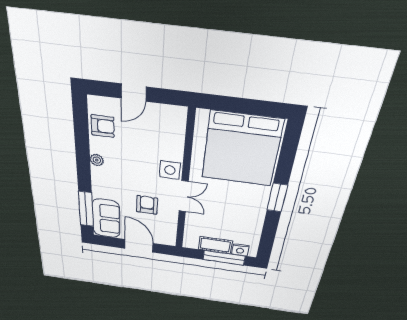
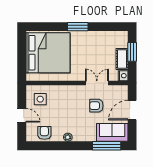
side table: (170, 170) -> (40, 99), moved
double door: (184, 196) -> (97, 83), moved
nightstand: (240, 250) -> (123, 76), moved
window: (224, 258) -> (132, 52), width x0.69

